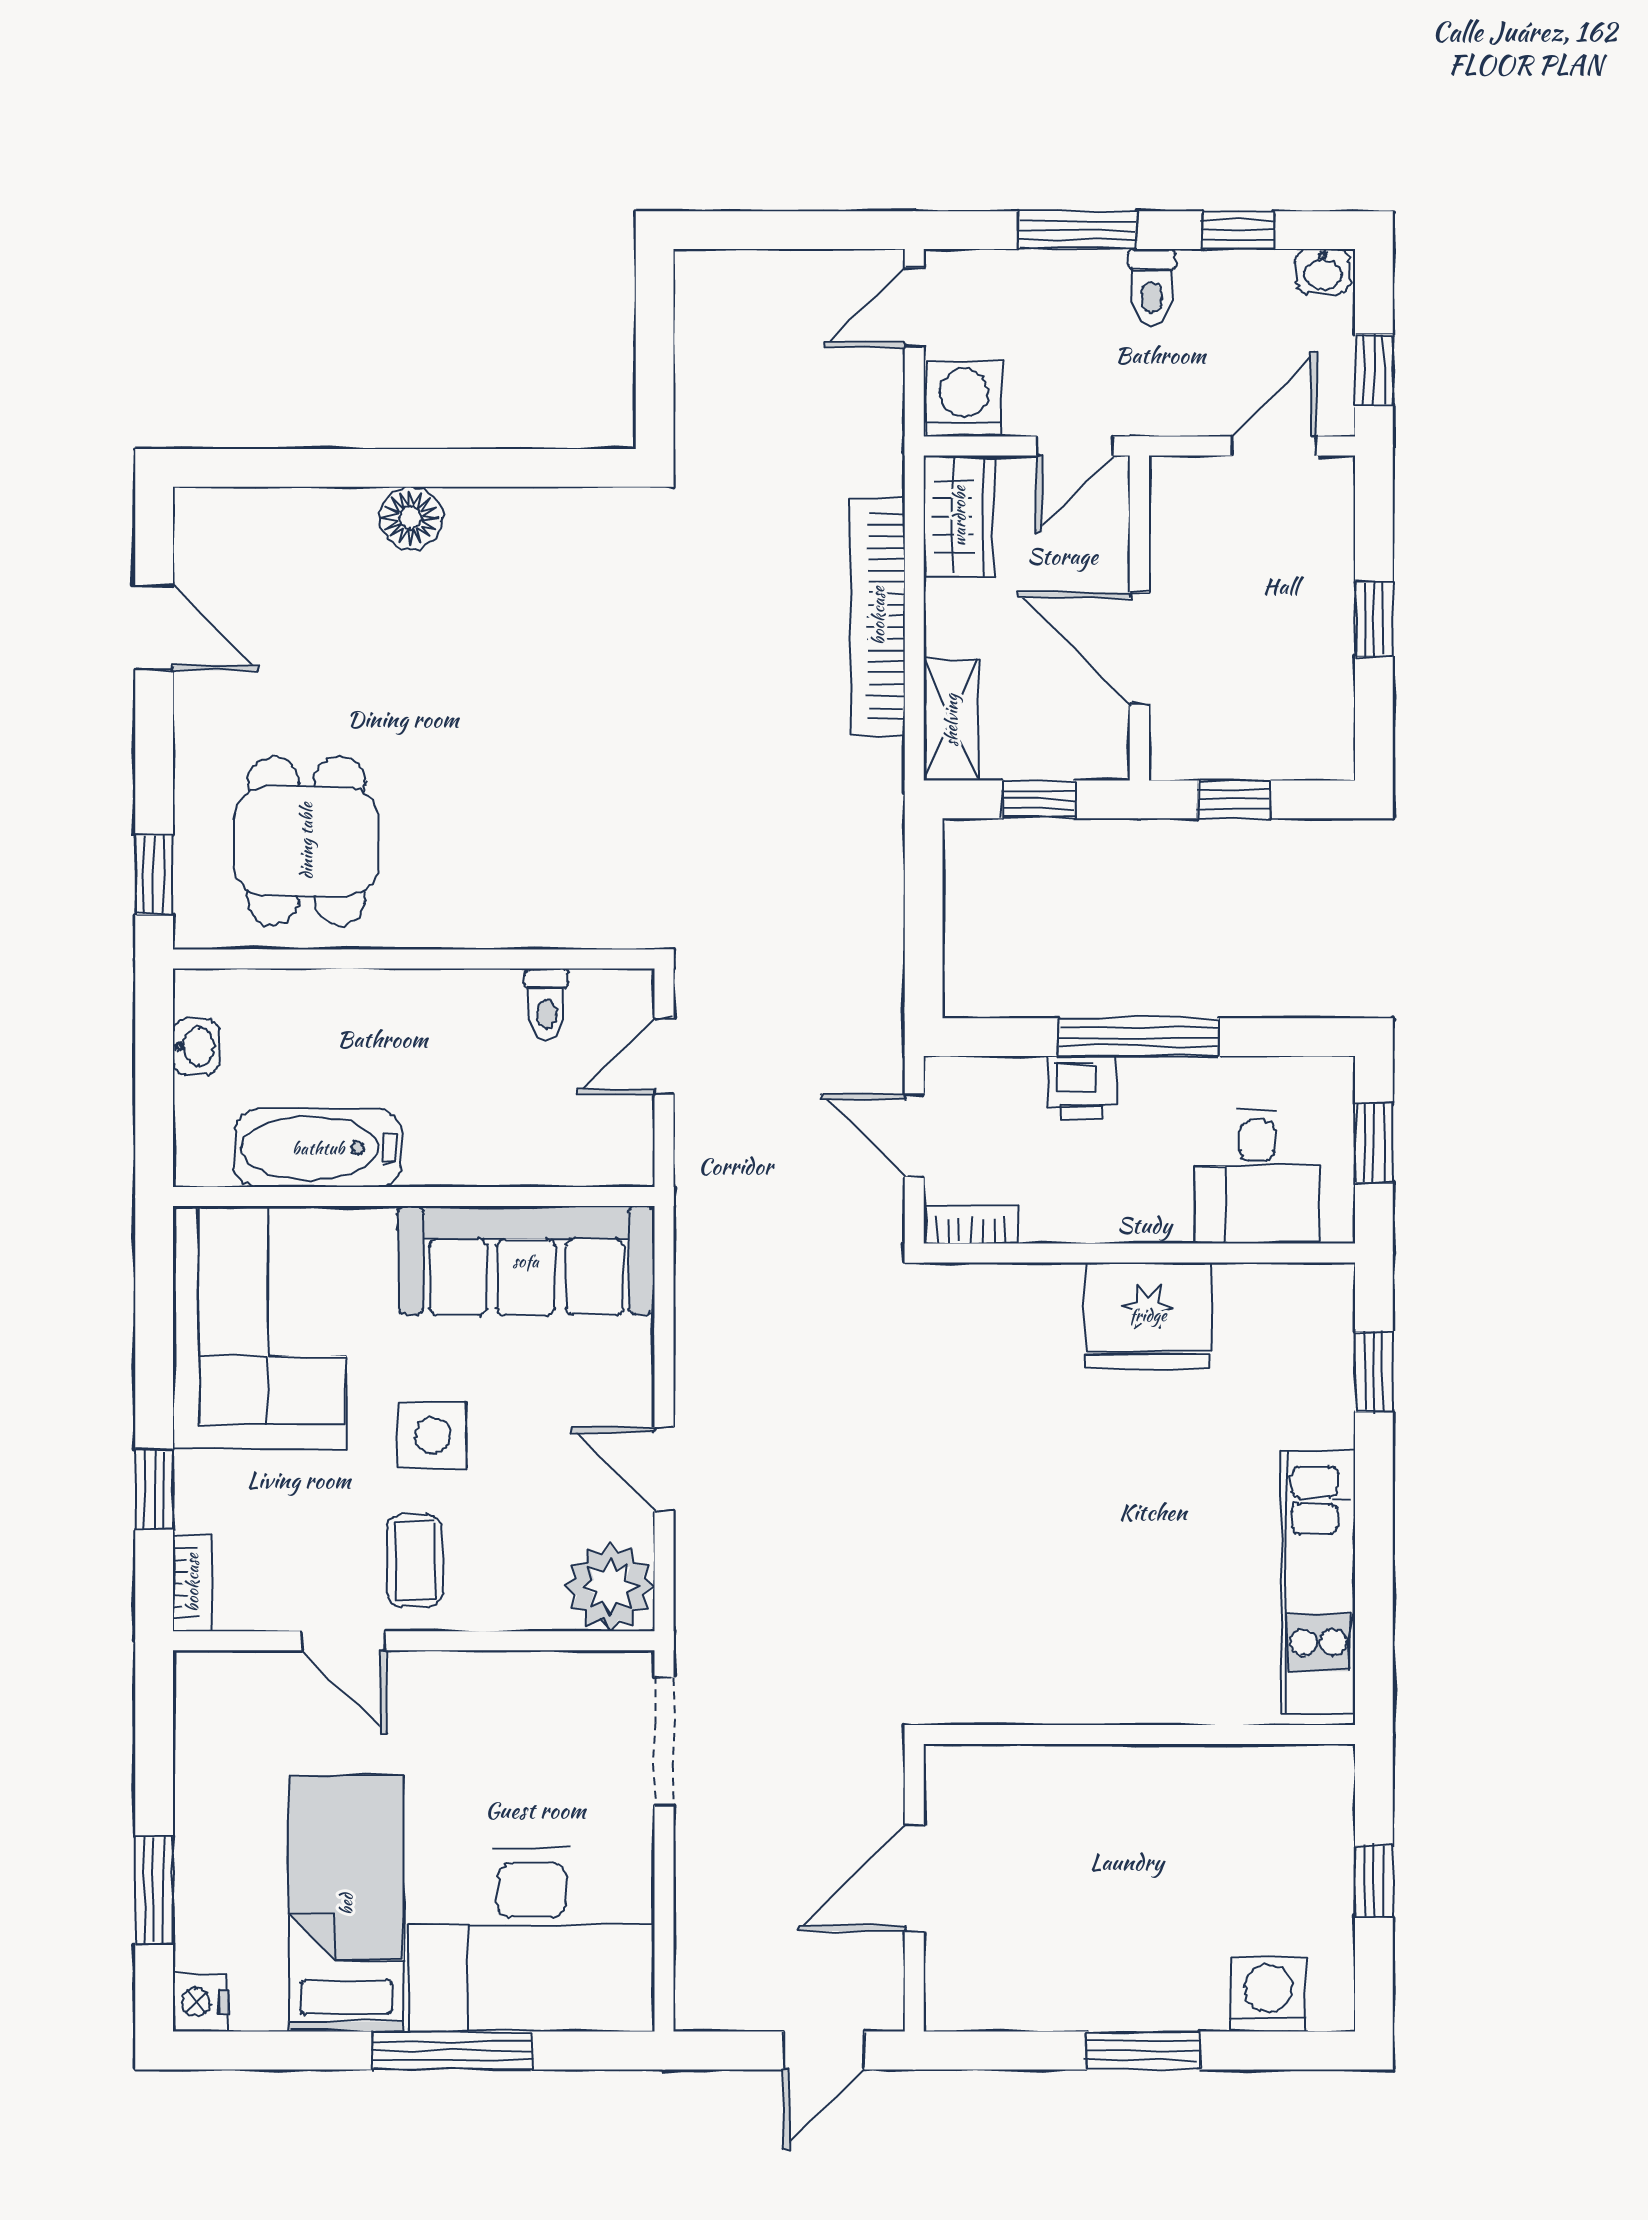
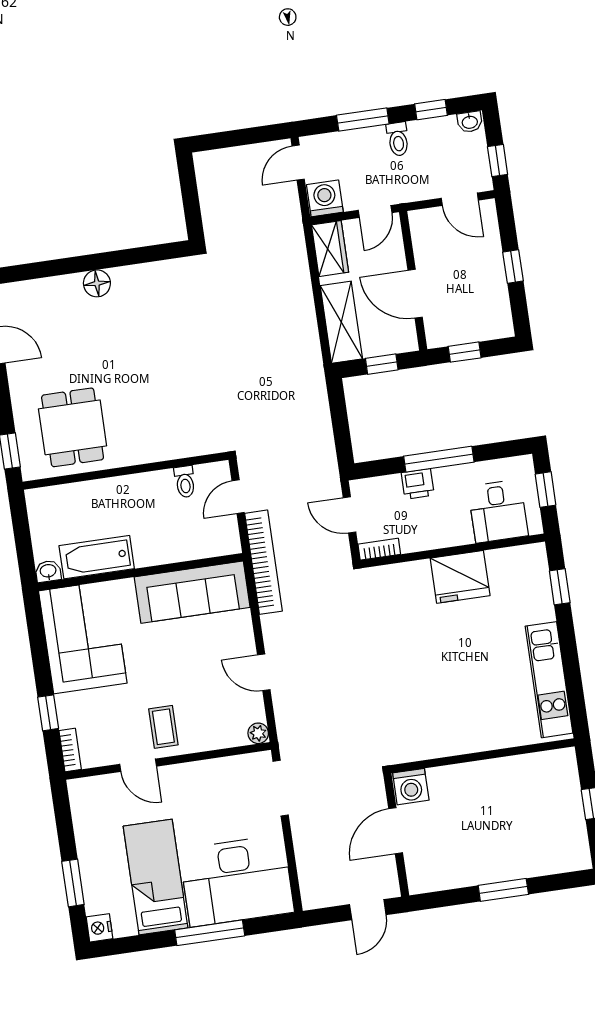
door: (1274, 446) -> (460, 199), swing flipped
bookcase: (878, 616) -> (263, 562), moved, turned 180
shelving: (951, 720) -> (341, 322), width x1.50, depth x1.33
washbasin: (196, 1046) -> (48, 571), moved, turned -90
side table: (432, 1435) -> (163, 672), removed
plant: (610, 1587) -> (258, 733), width x0.53, depth x0.53
washing machine: (1268, 1994) -> (411, 787), moved, turned 180

